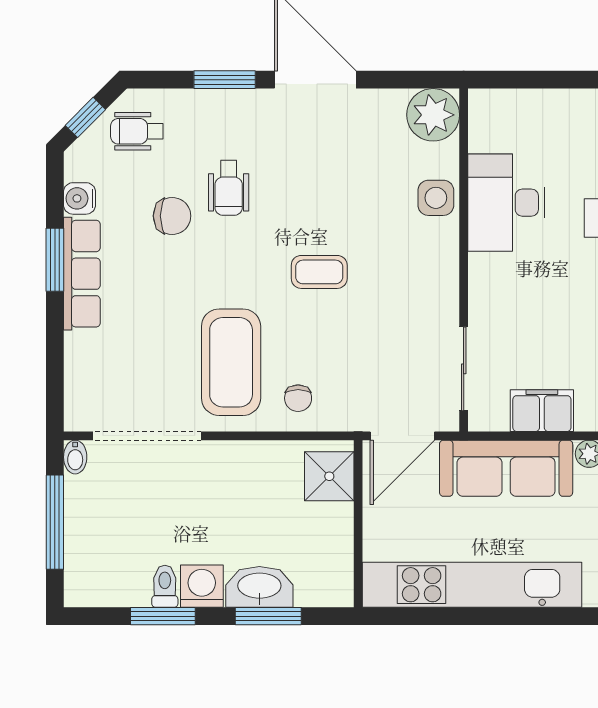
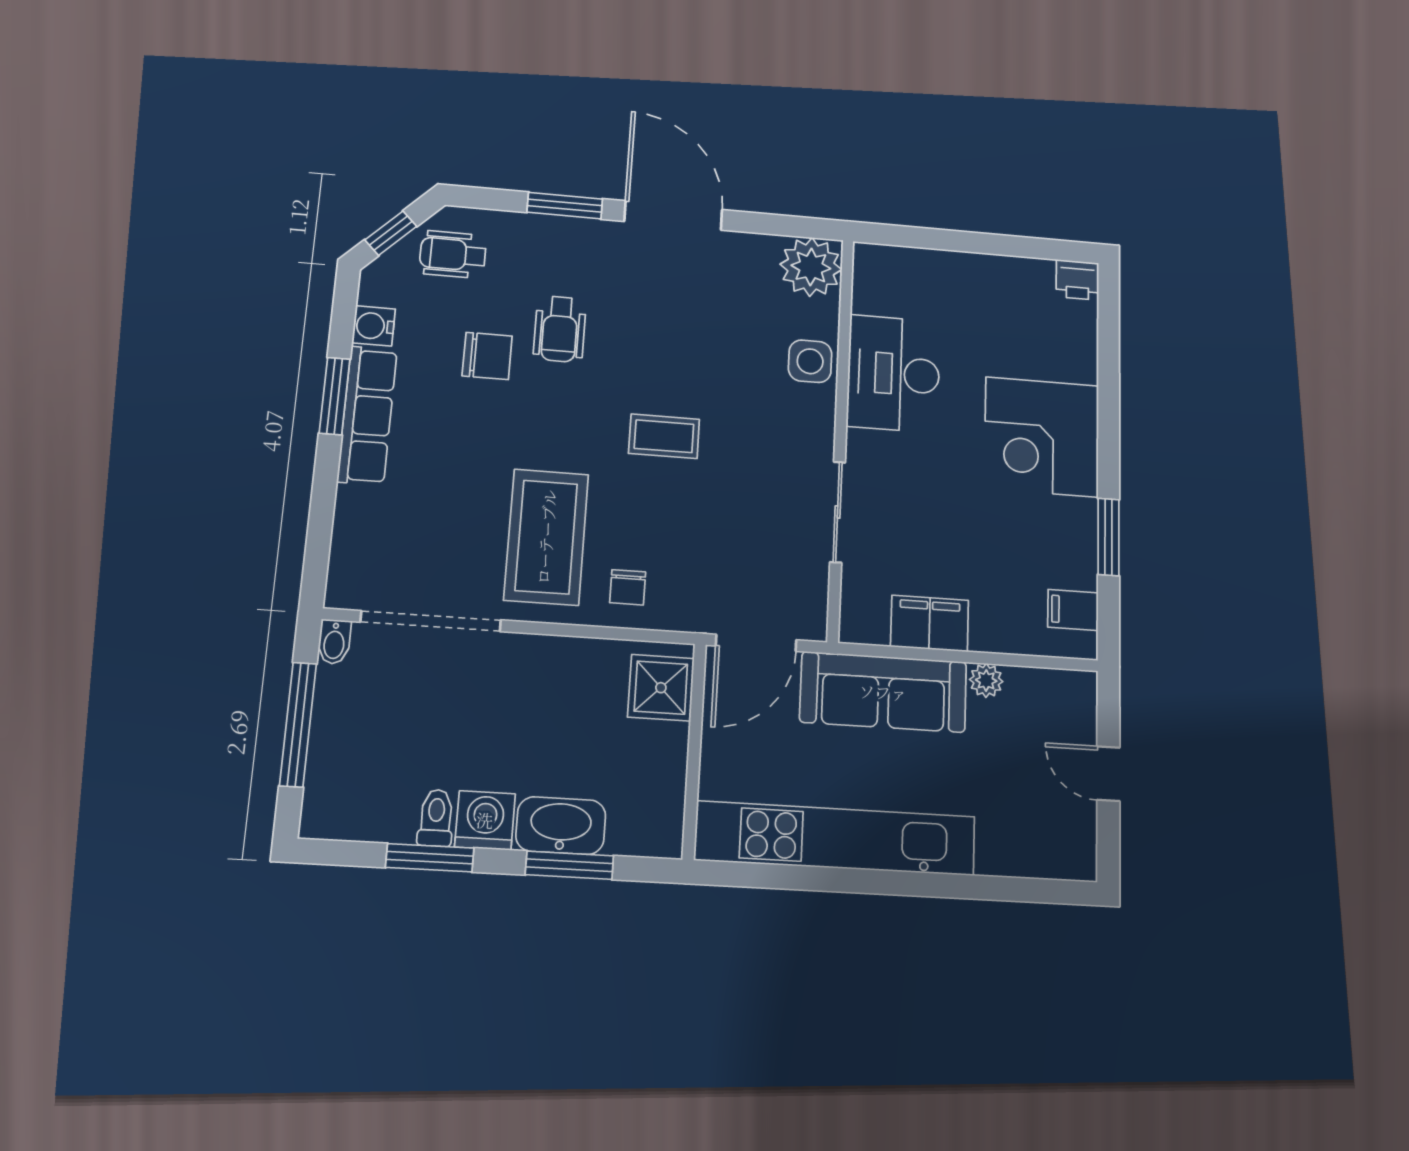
sliding door: (464, 369) -> (838, 512), moved

